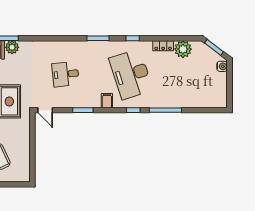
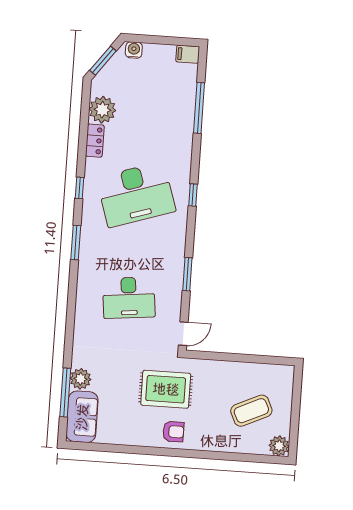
desk: (65, 74) -> (129, 298), width x1.37
filing cabinet: (107, 101) -> (188, 54), moved
window: (165, 110) -> (199, 108), moved

